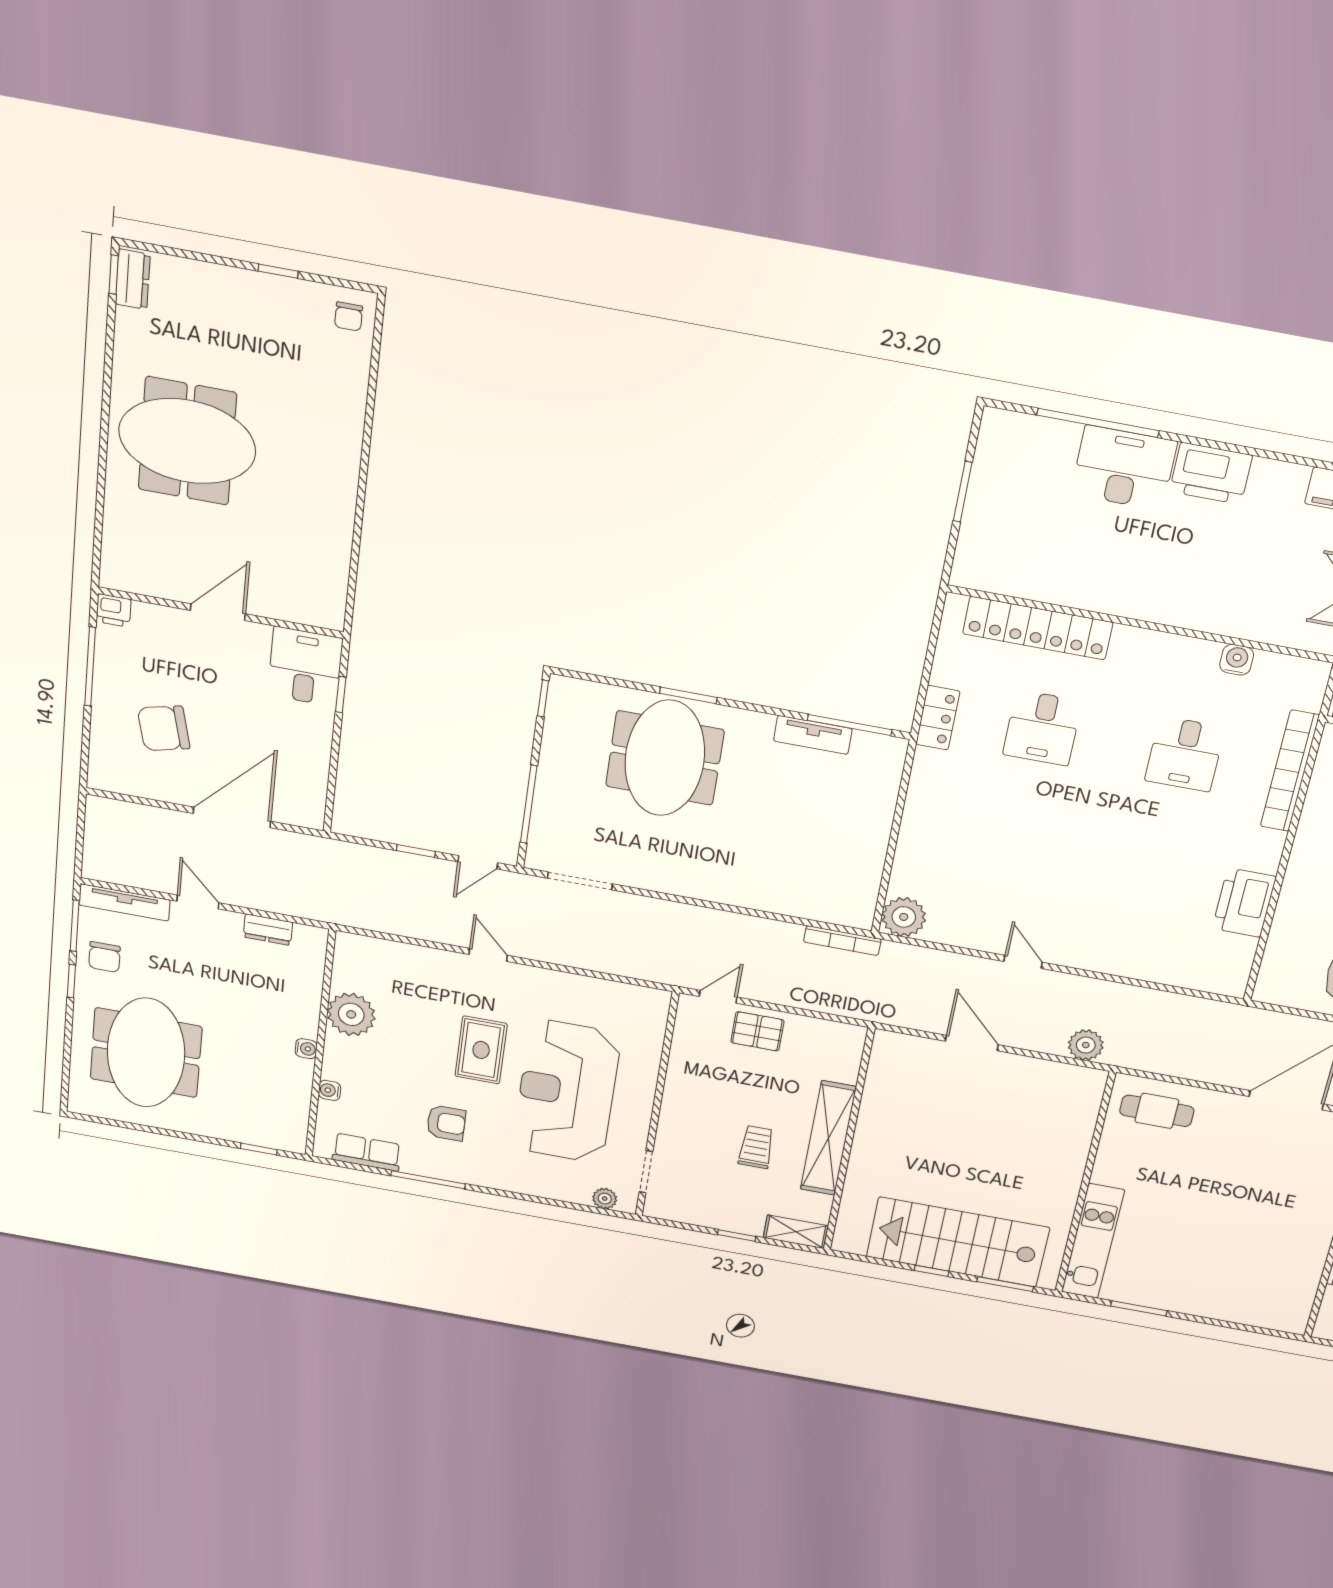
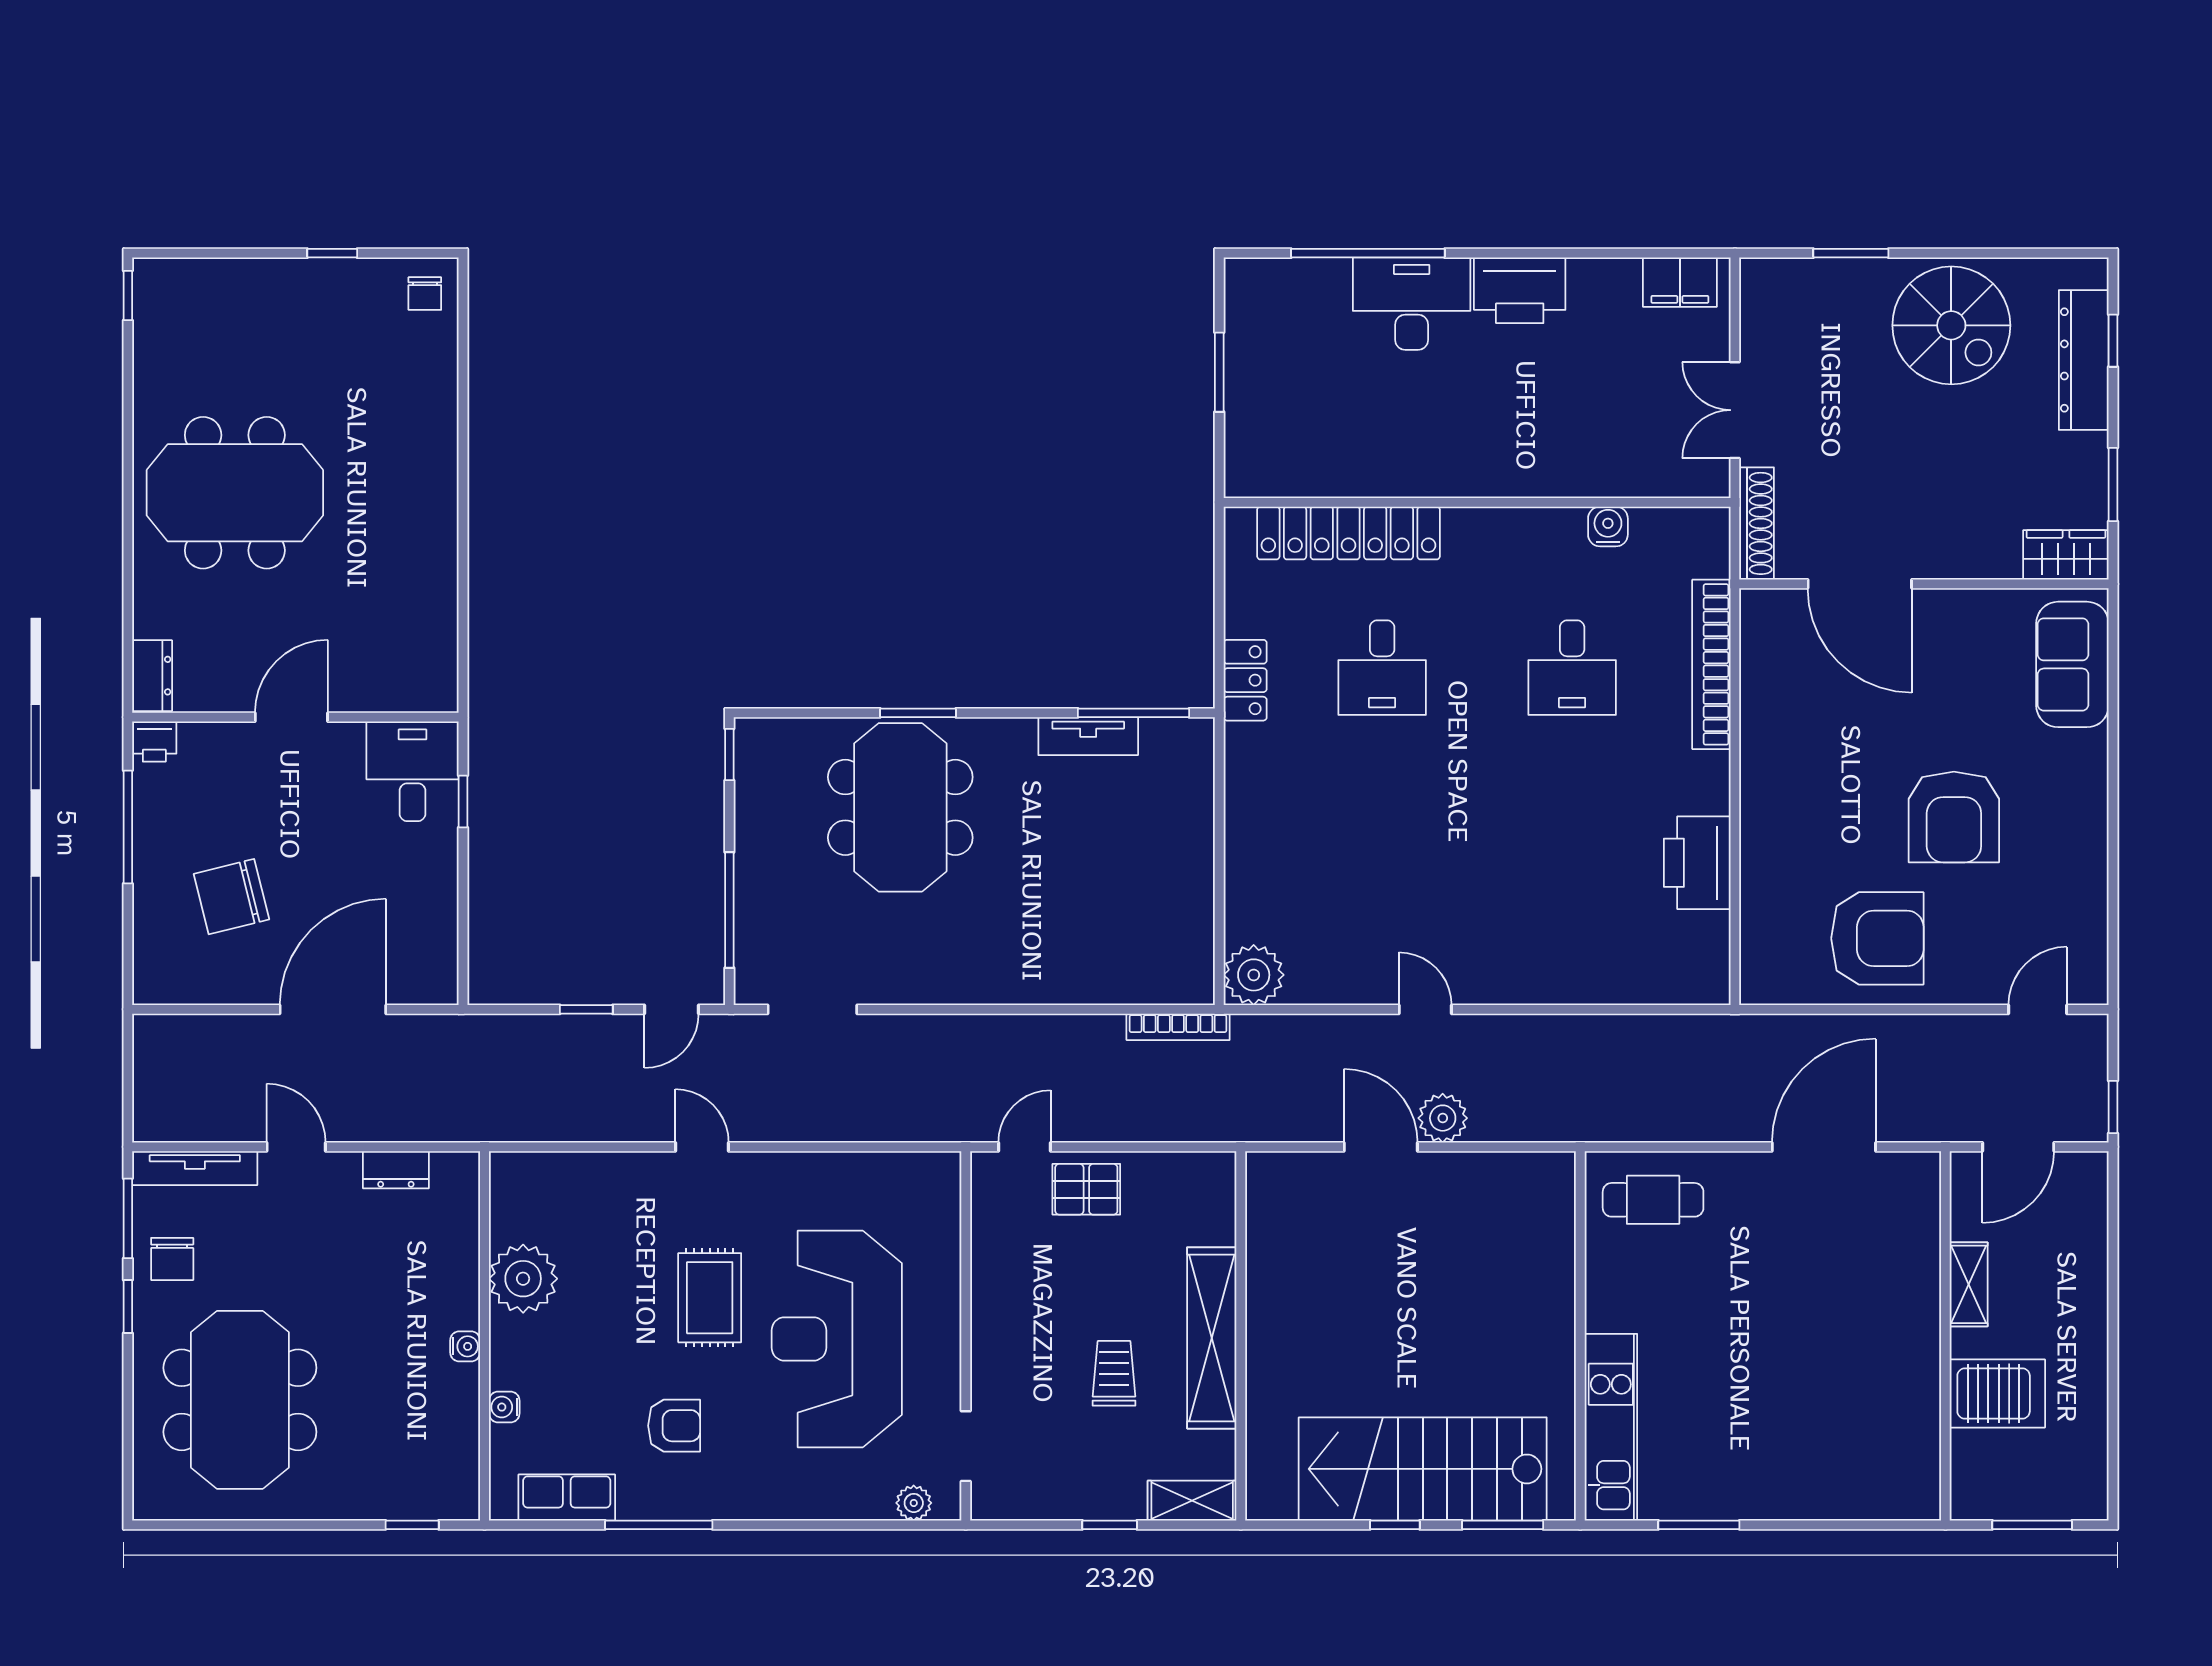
dresser: (133, 279) -> (152, 676), moved
plant: (1086, 1045) -> (1443, 1118), moved

